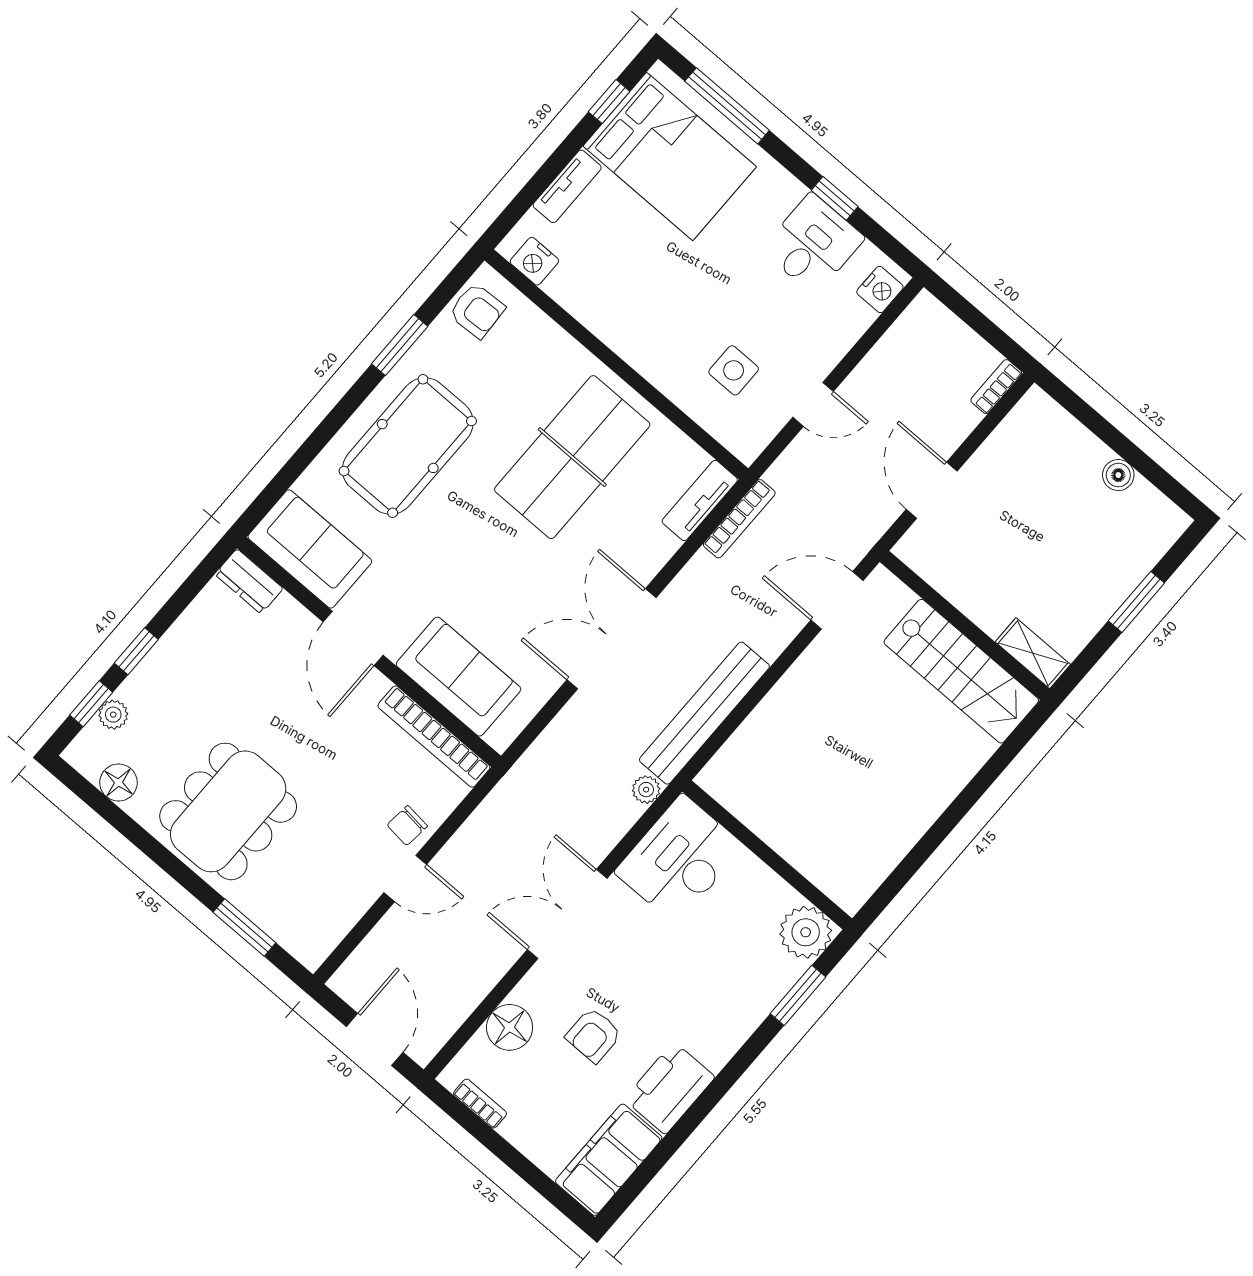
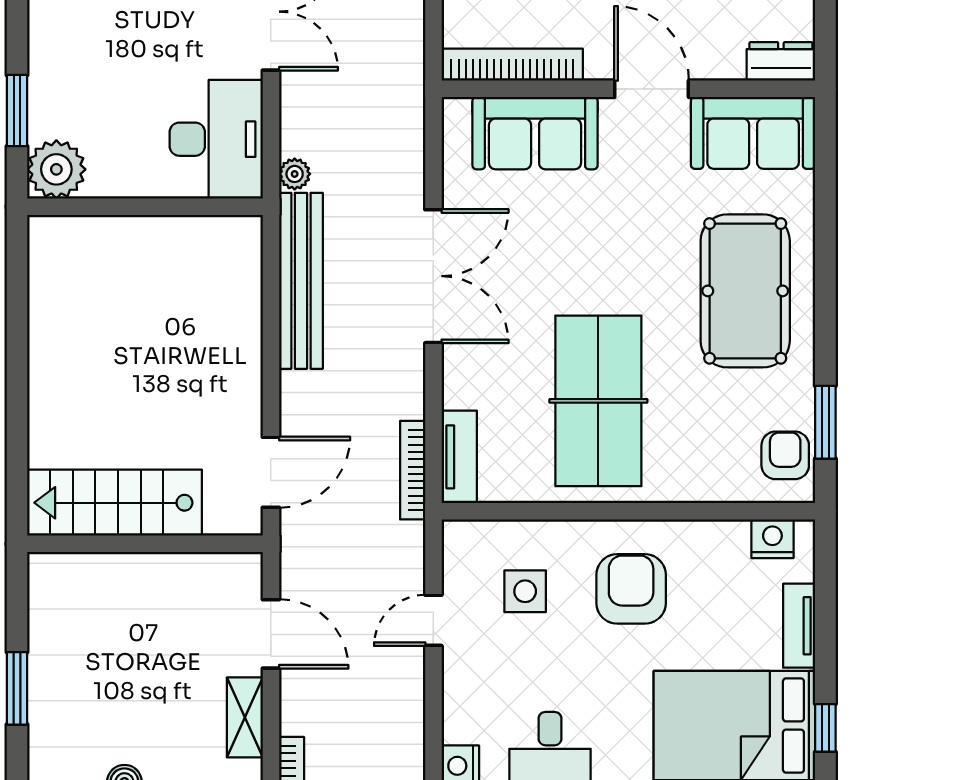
armchair: (660, 310) -> (631, 589), added
armchair: (477, 311) -> (785, 455), turned 93
window: (400, 345) -> (825, 422), moved
shelving: (1033, 653) -> (245, 717), moved, turned 90

